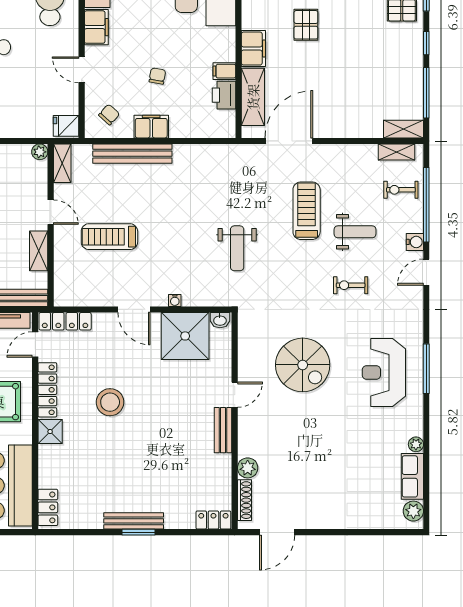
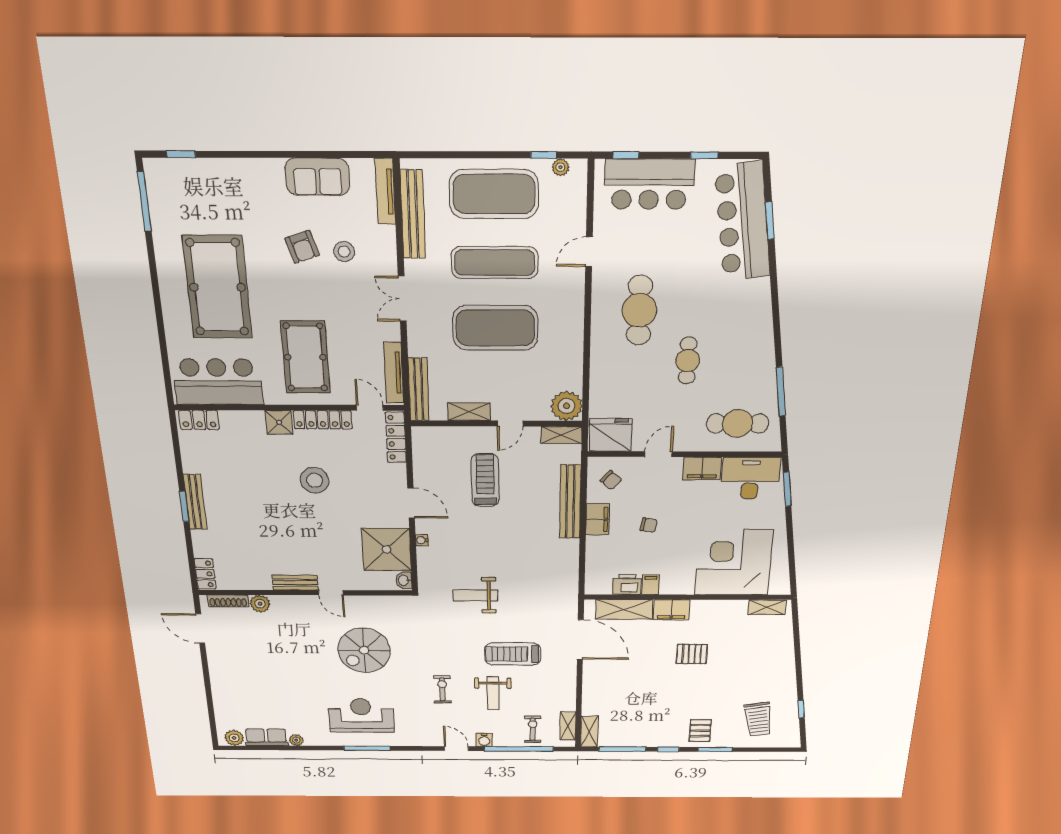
fridge: (66, 126) -> (610, 435), width x1.88, depth x1.34
plant: (40, 152) -> (567, 406), width x1.87, depth x1.87
treadmill: (307, 211) -> (513, 654), turned 180
door: (134, 309) -> (411, 503), swing flipped

